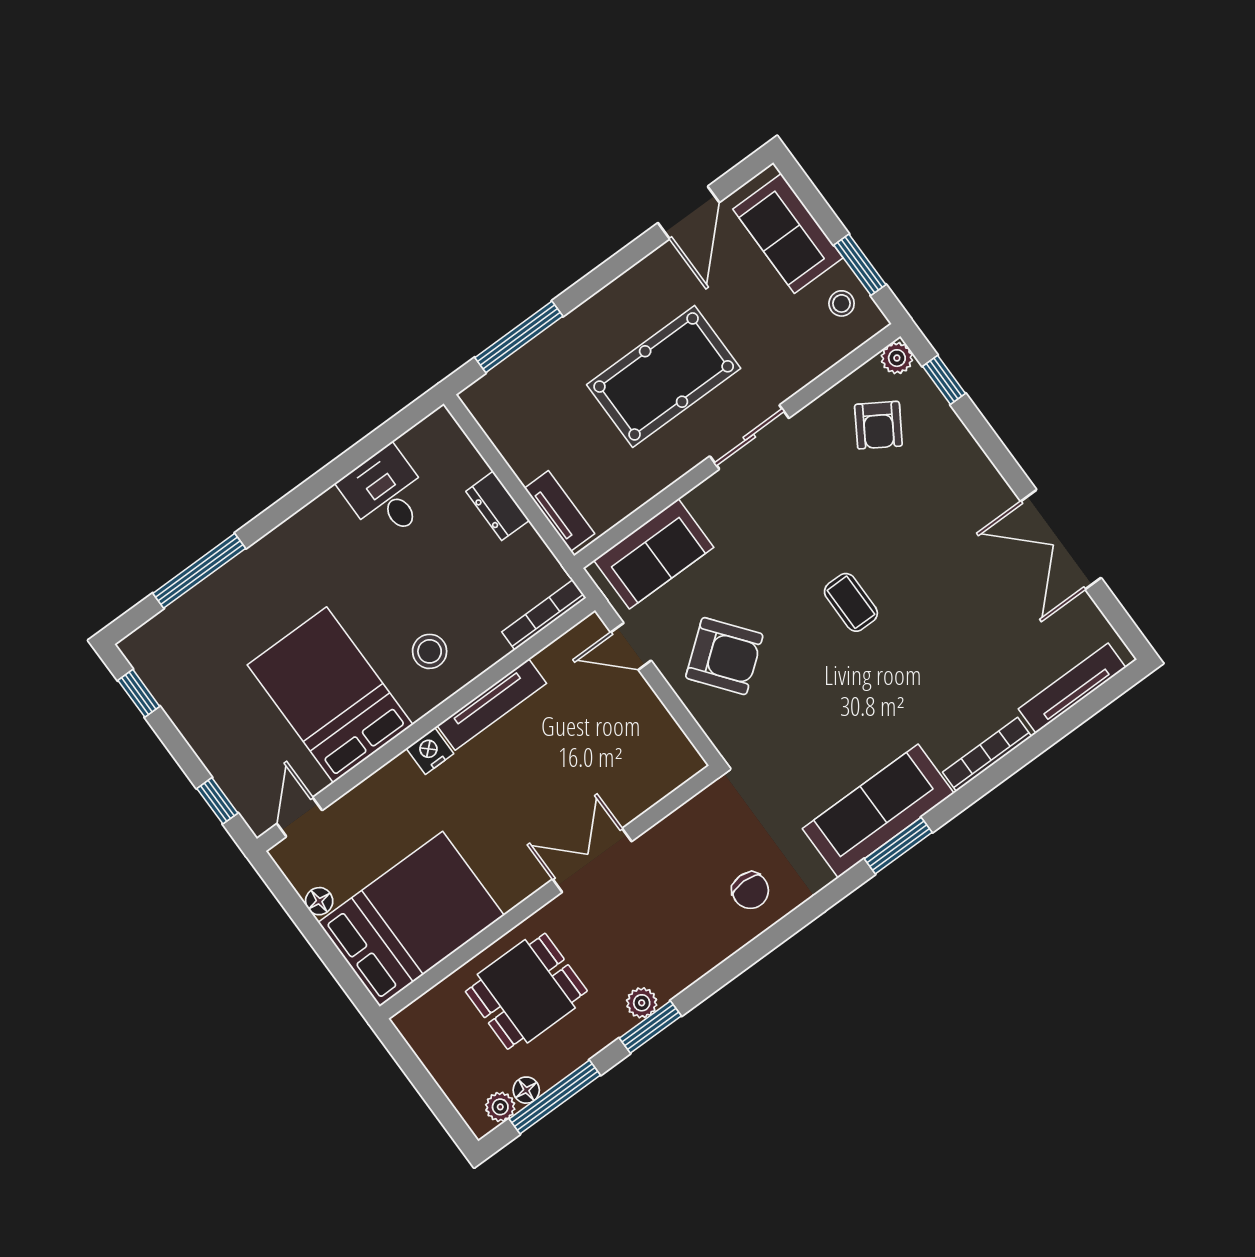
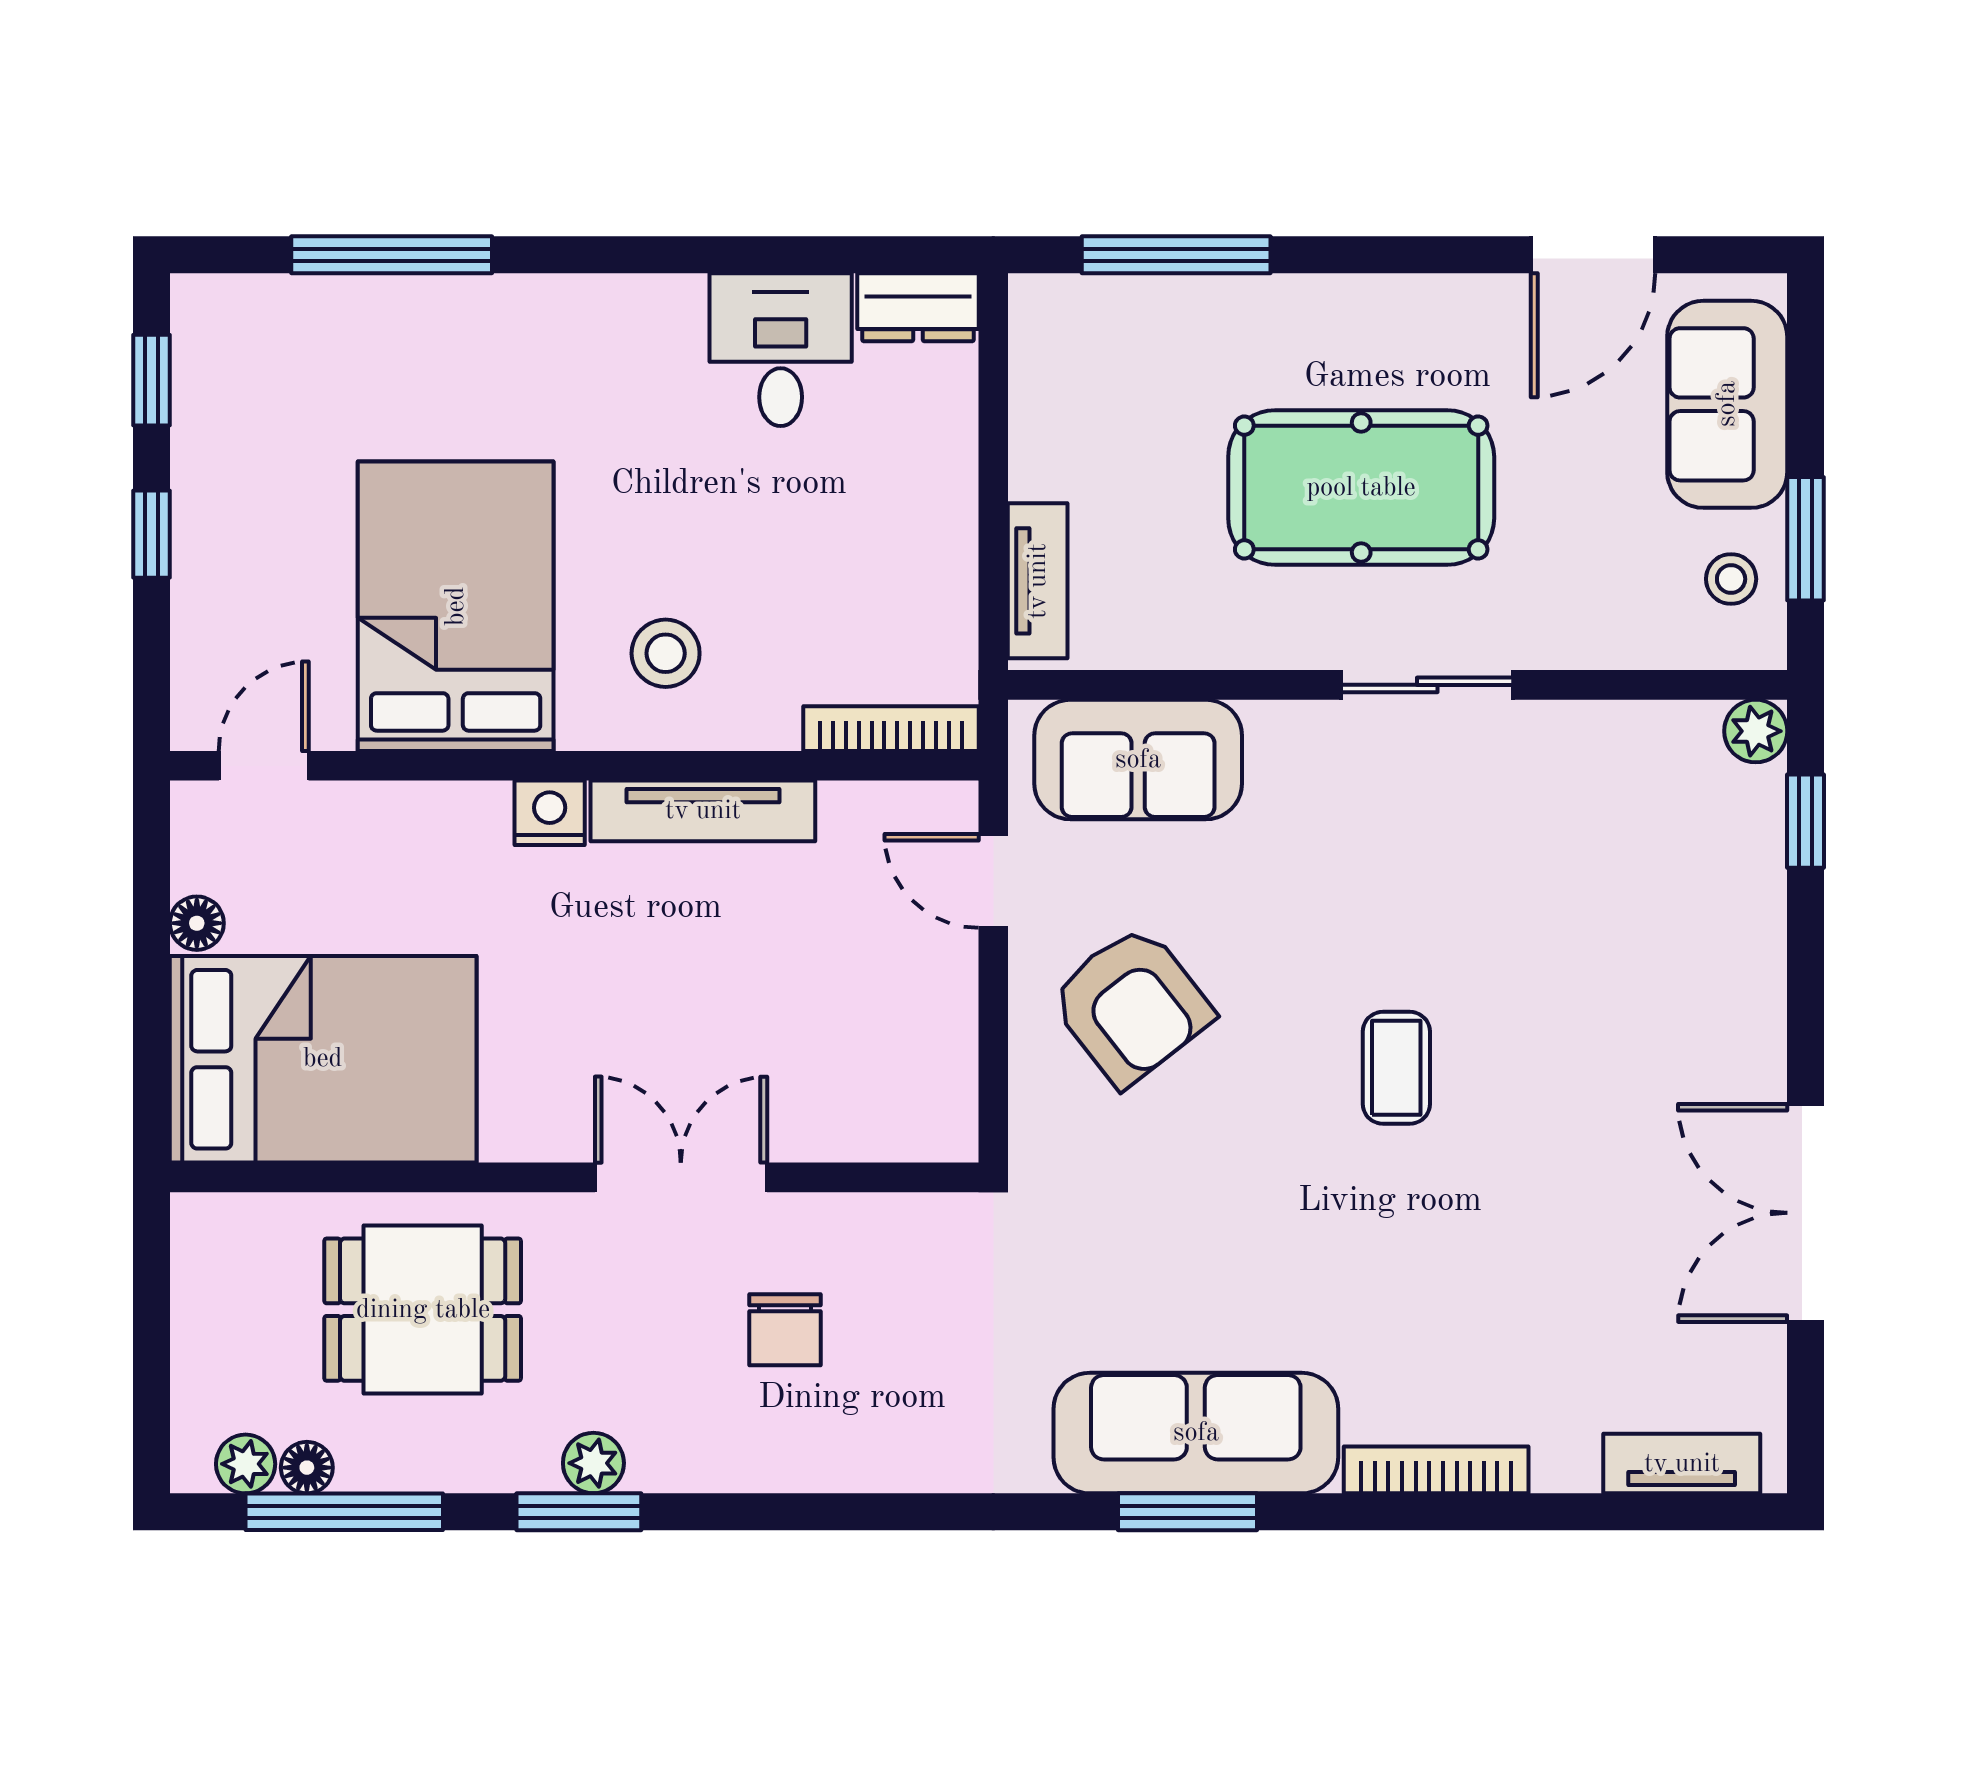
armchair: (878, 425) -> (1648, 817), removed
dresser: (498, 506) -> (918, 307), moved, turned -90
tv unit: (1072, 688) -> (1682, 1464), width x0.71
window: (217, 801) -> (152, 534), moved
chair: (750, 890) -> (785, 1330), moved

